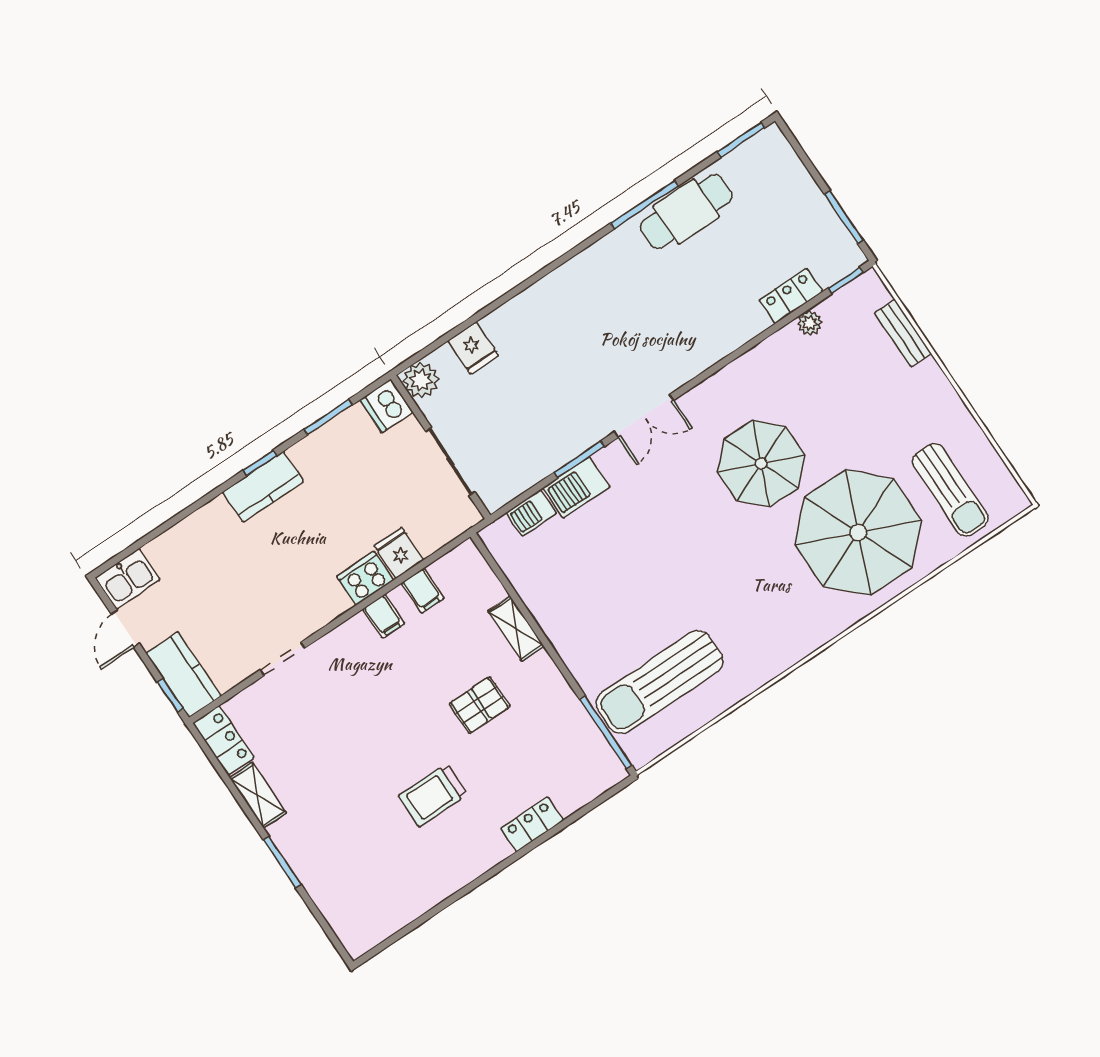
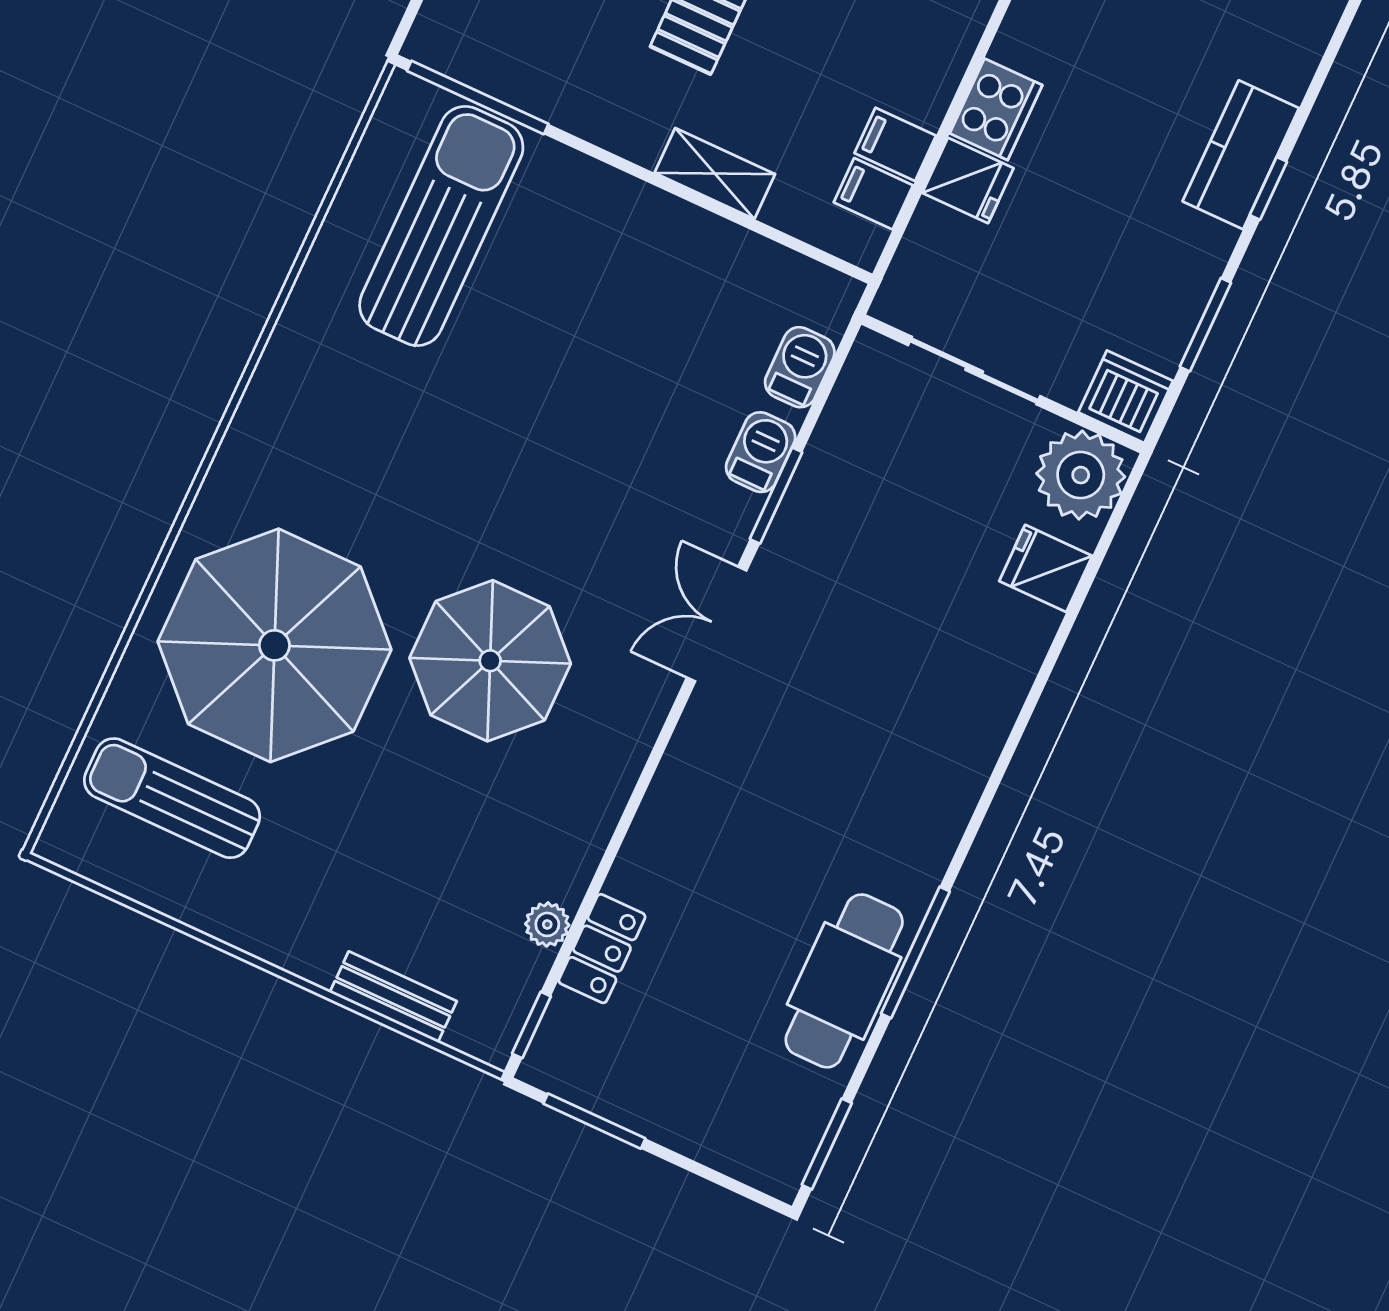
plant: (421, 380) -> (1081, 475), width x1.36, depth x1.36
barbecue: (576, 487) -> (761, 452), width x0.73, depth x0.79
filing cabinet: (384, 616) -> (873, 194), moved

